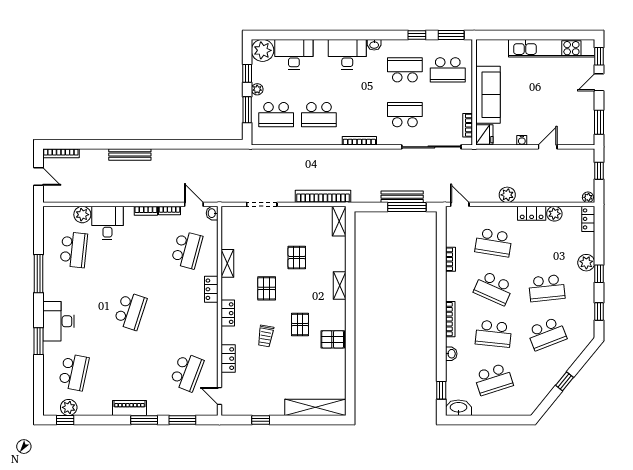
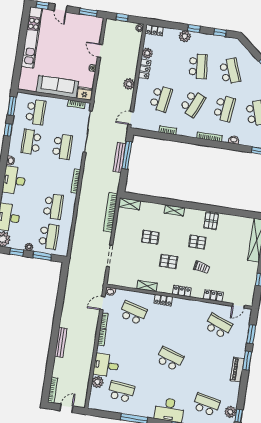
school desk: (405, 115) -> (62, 147), turned 180

